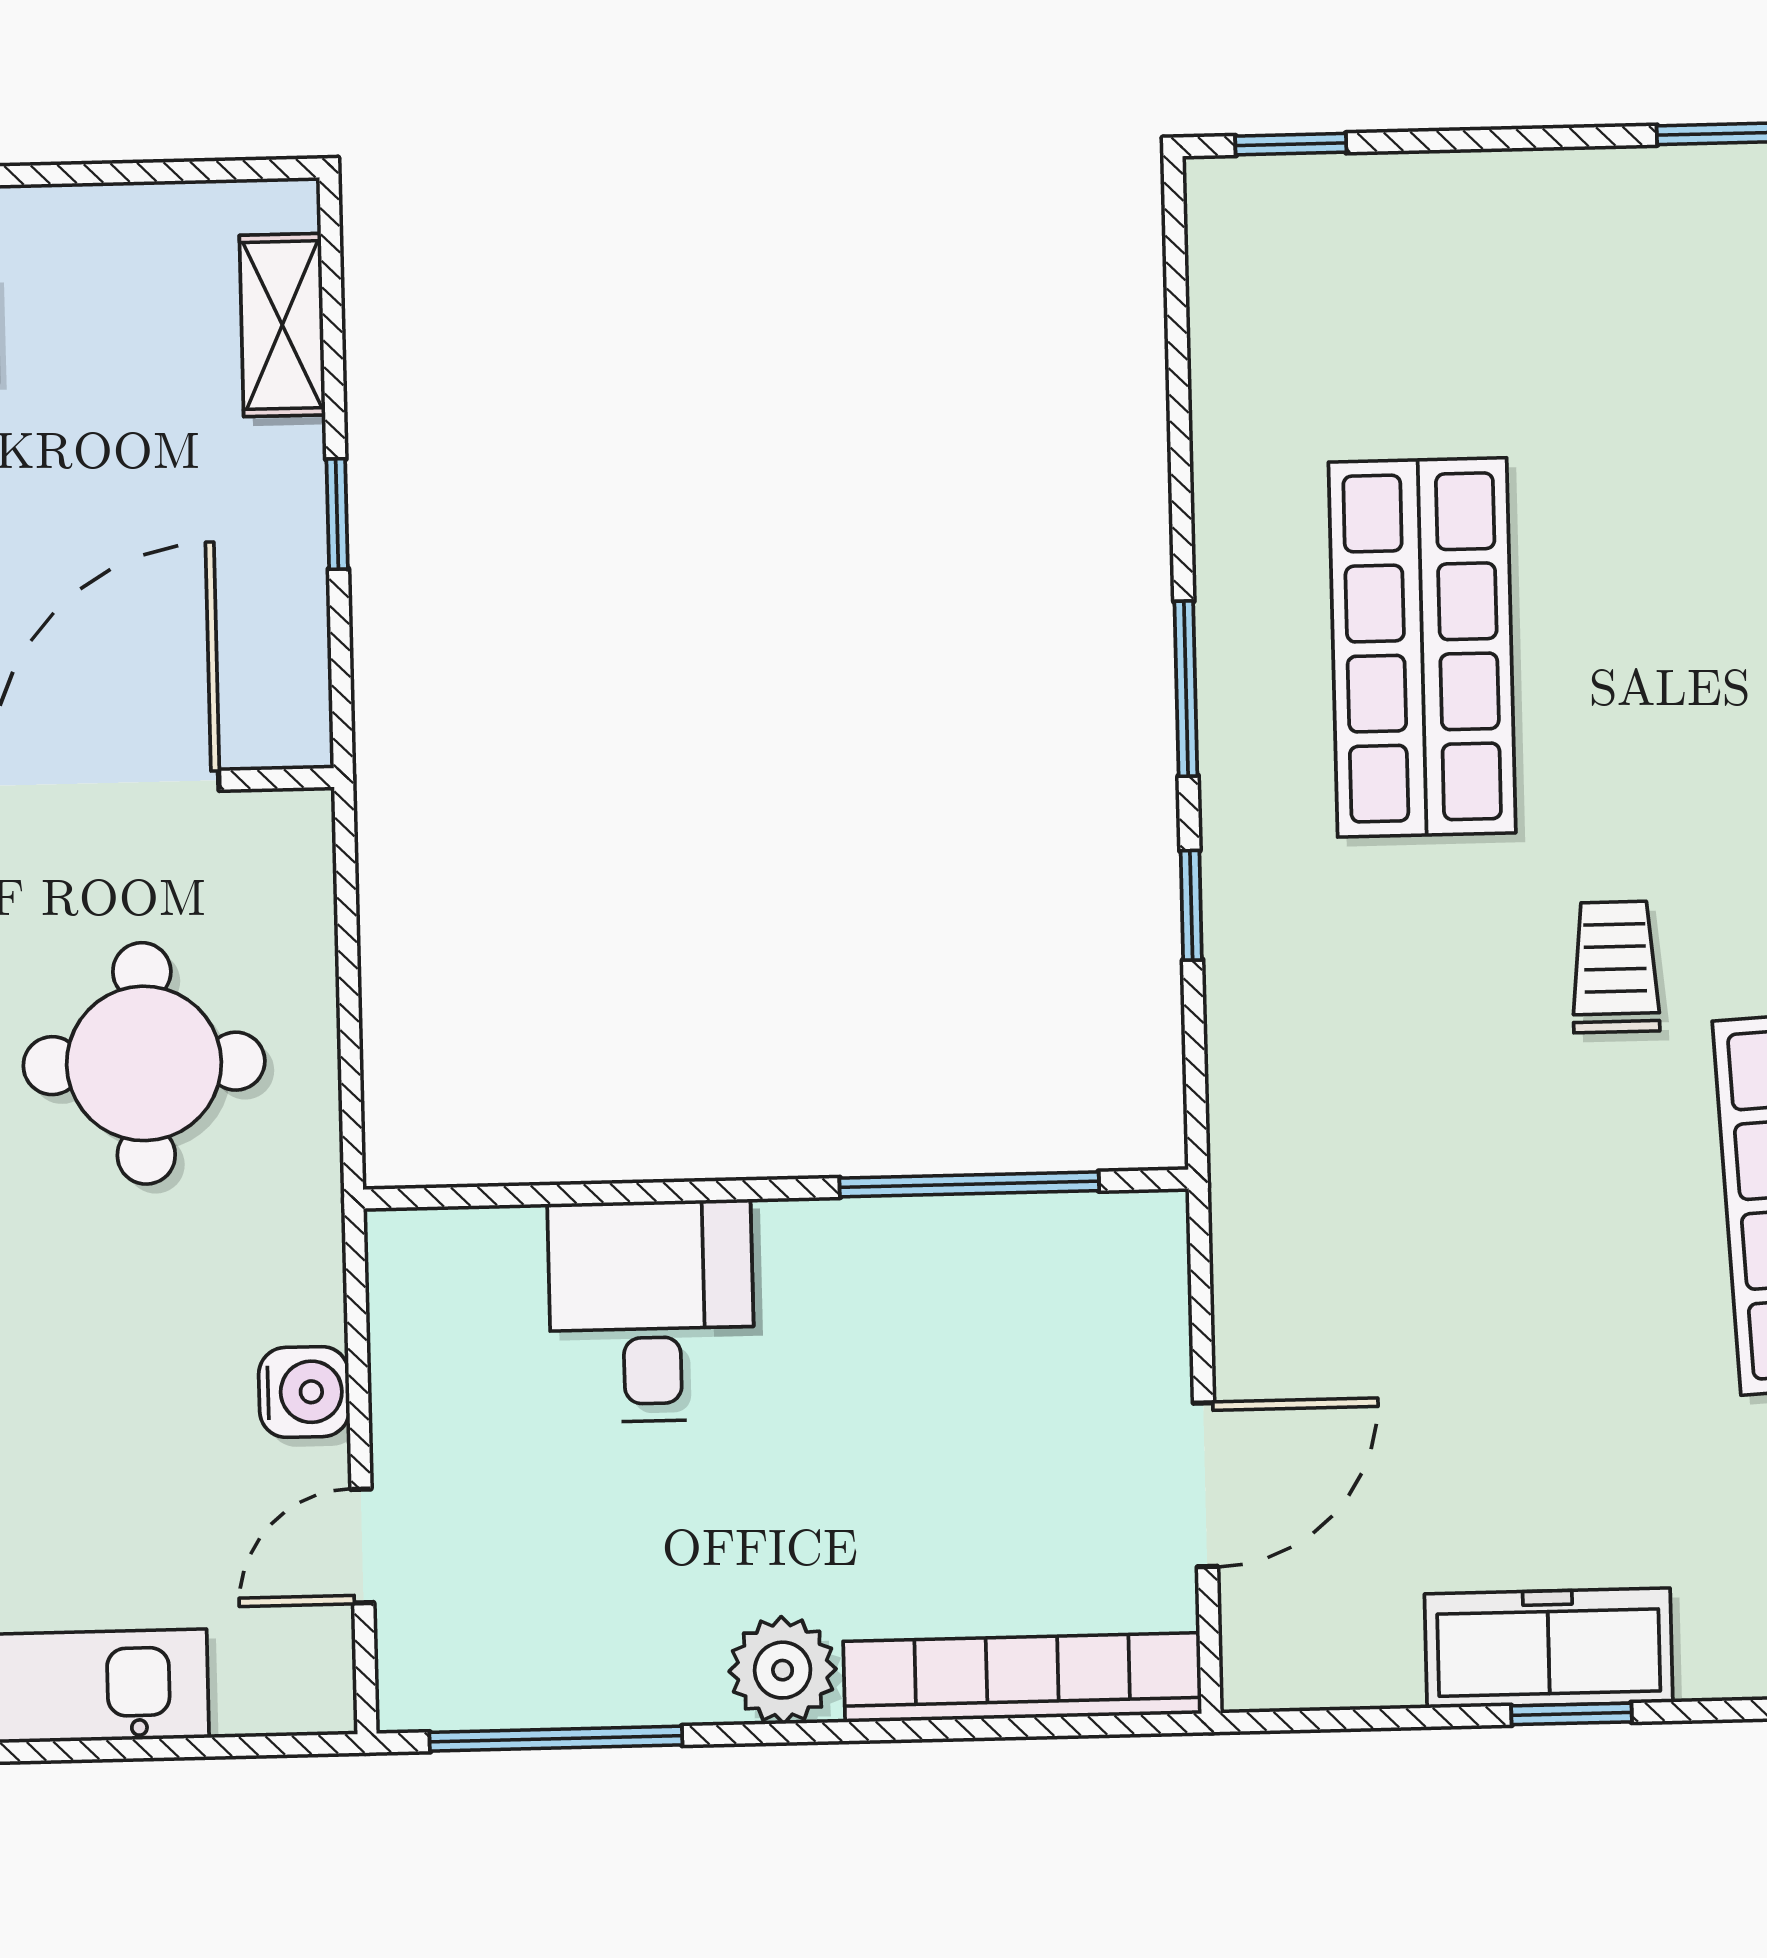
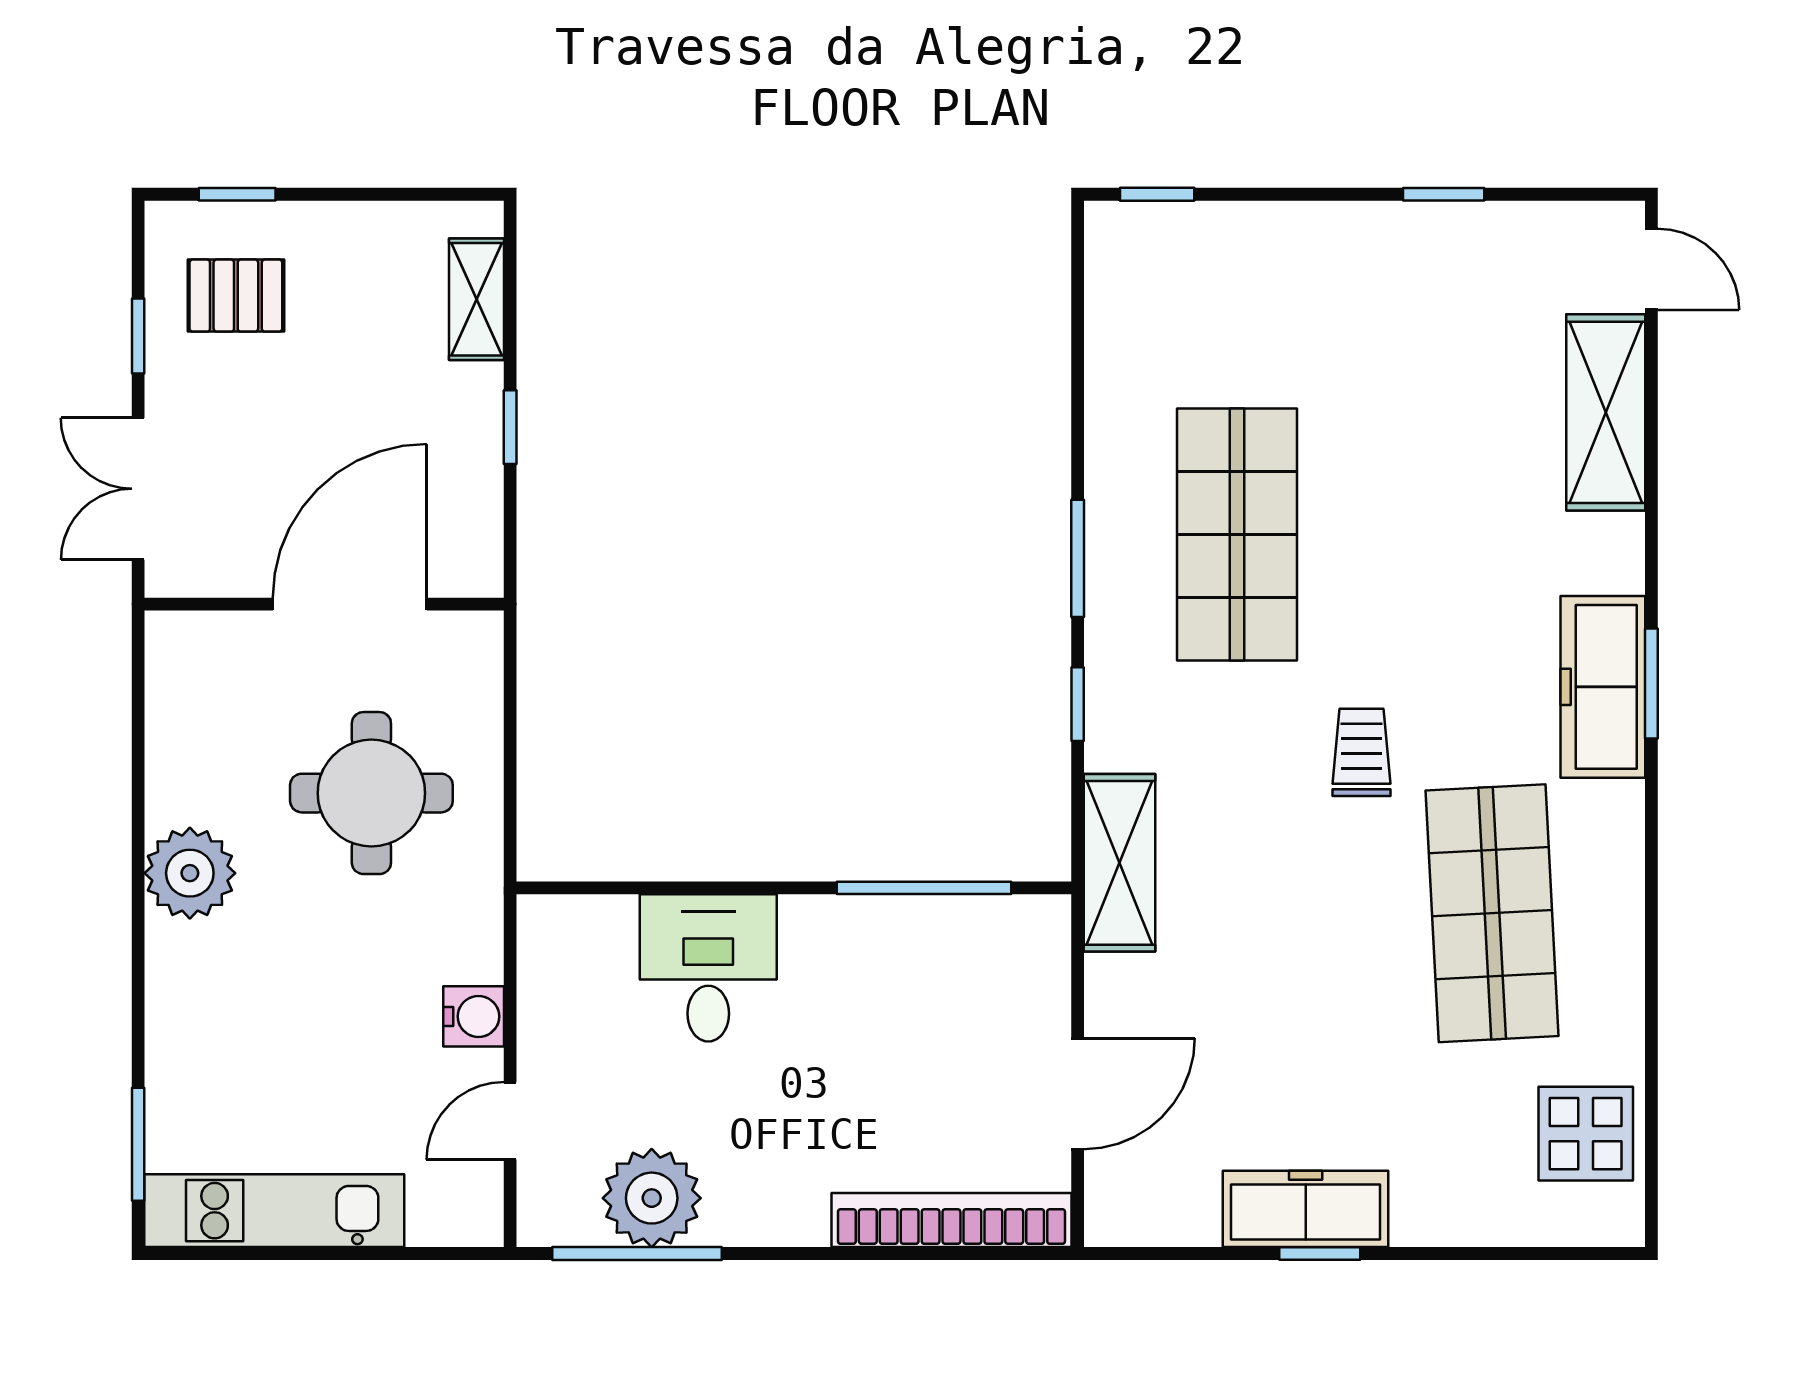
shelving: (1259, 1140) -> (1119, 863), added
plant: (783, 1670) -> (652, 1198), moved, width x1.36, depth x1.36

